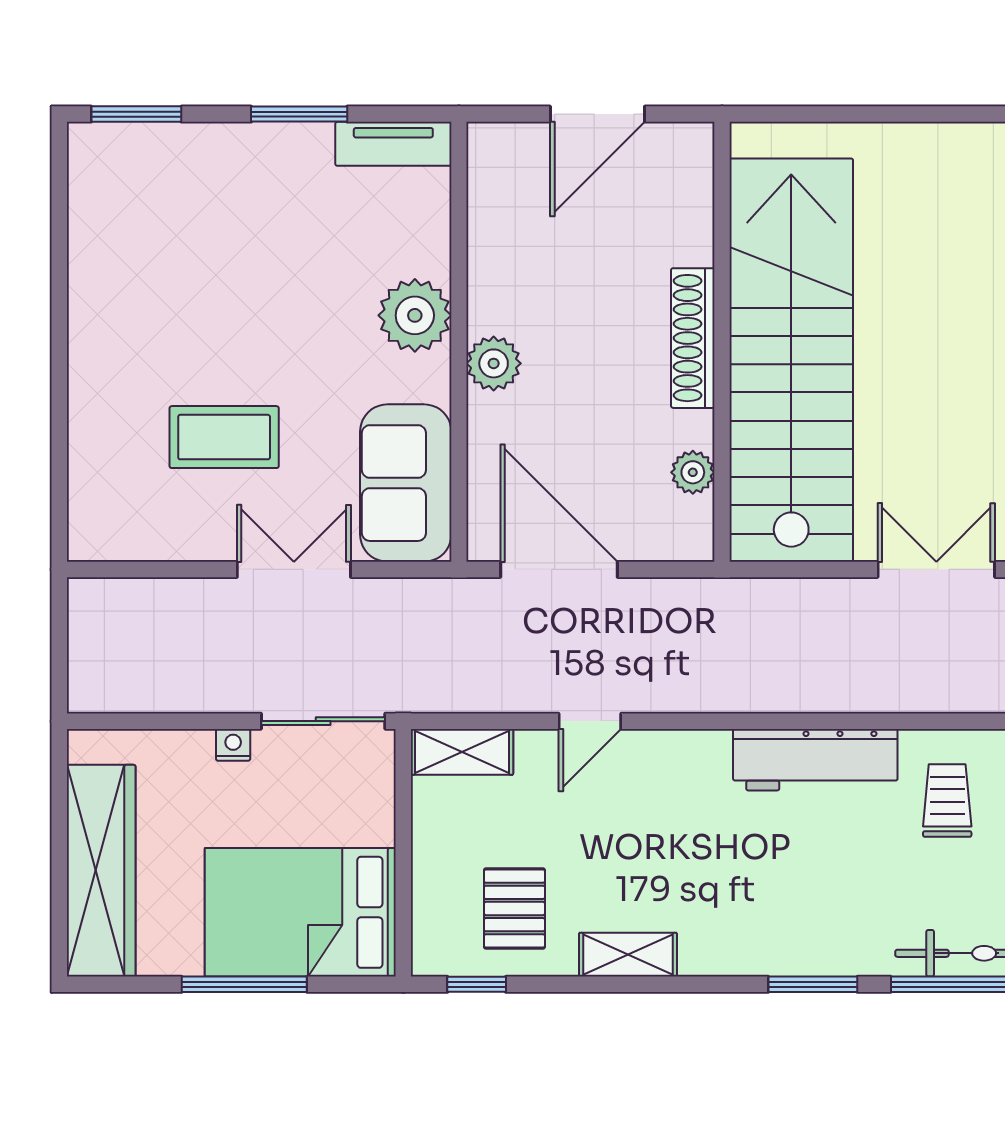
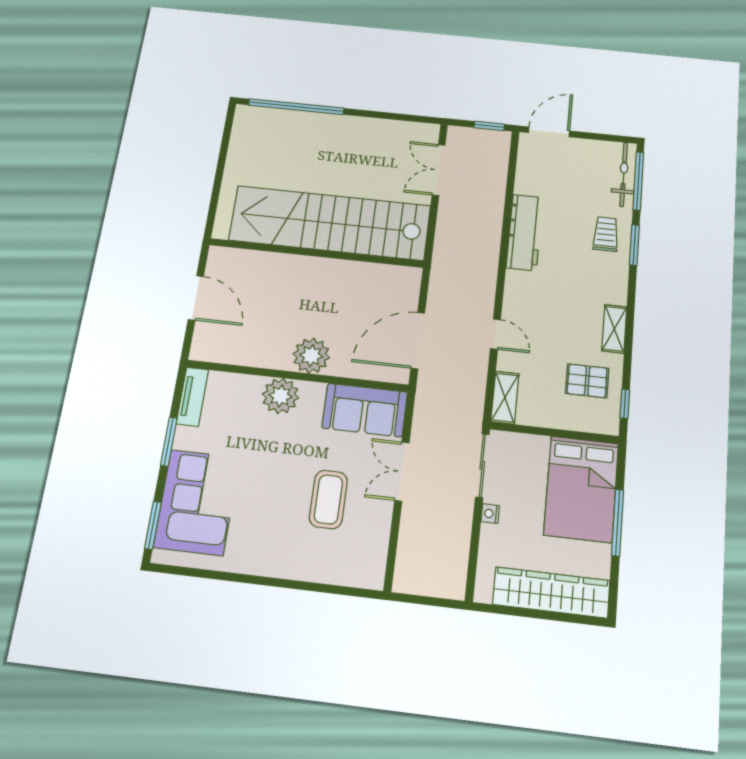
corner sofa: (190, 189) -> (197, 502), added
shoe rack: (693, 338) -> (312, 266), removed
plant: (494, 363) -> (311, 356), width x1.36, depth x1.36
plant: (693, 472) -> (378, 273), removed
trolley: (947, 801) -> (606, 234), moved, turned 90

